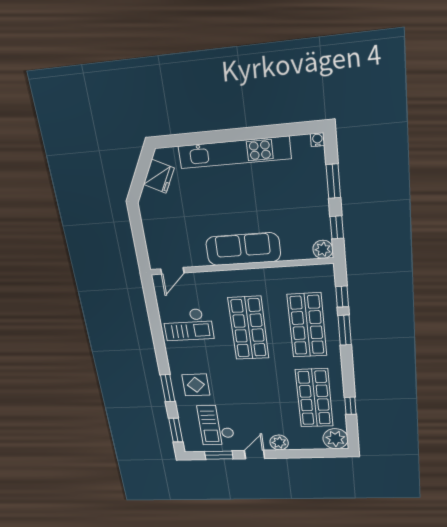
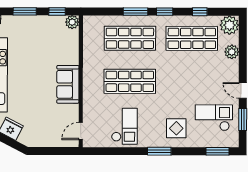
sofa: (243, 249) -> (68, 84), width x0.73
door: (172, 271) -> (81, 131), swing flipped
window: (342, 297) -> (165, 12), moved
window: (168, 388) -> (159, 151), moved
checkout: (216, 425) -> (214, 118), turned 180
plant: (279, 442) -> (232, 52), moved

